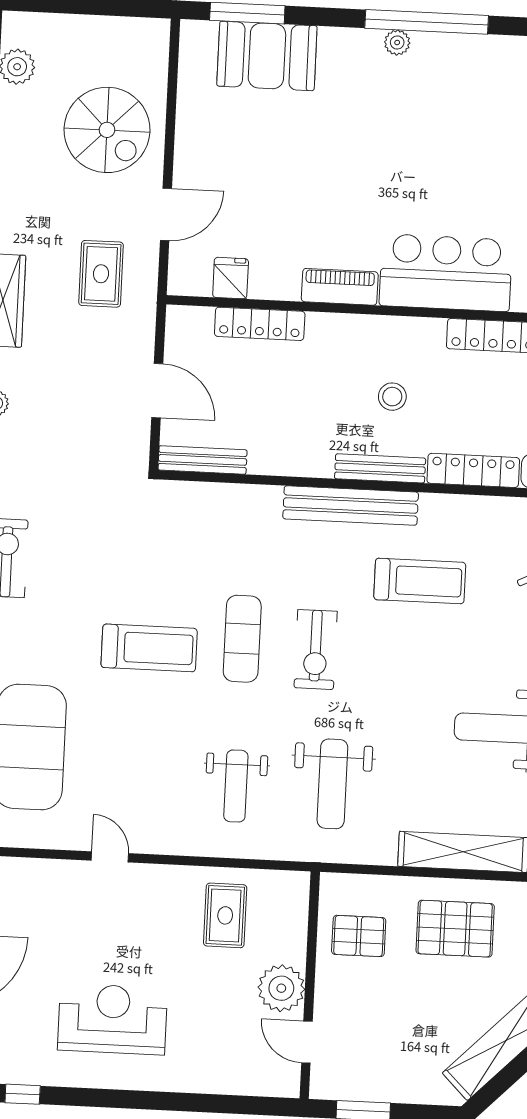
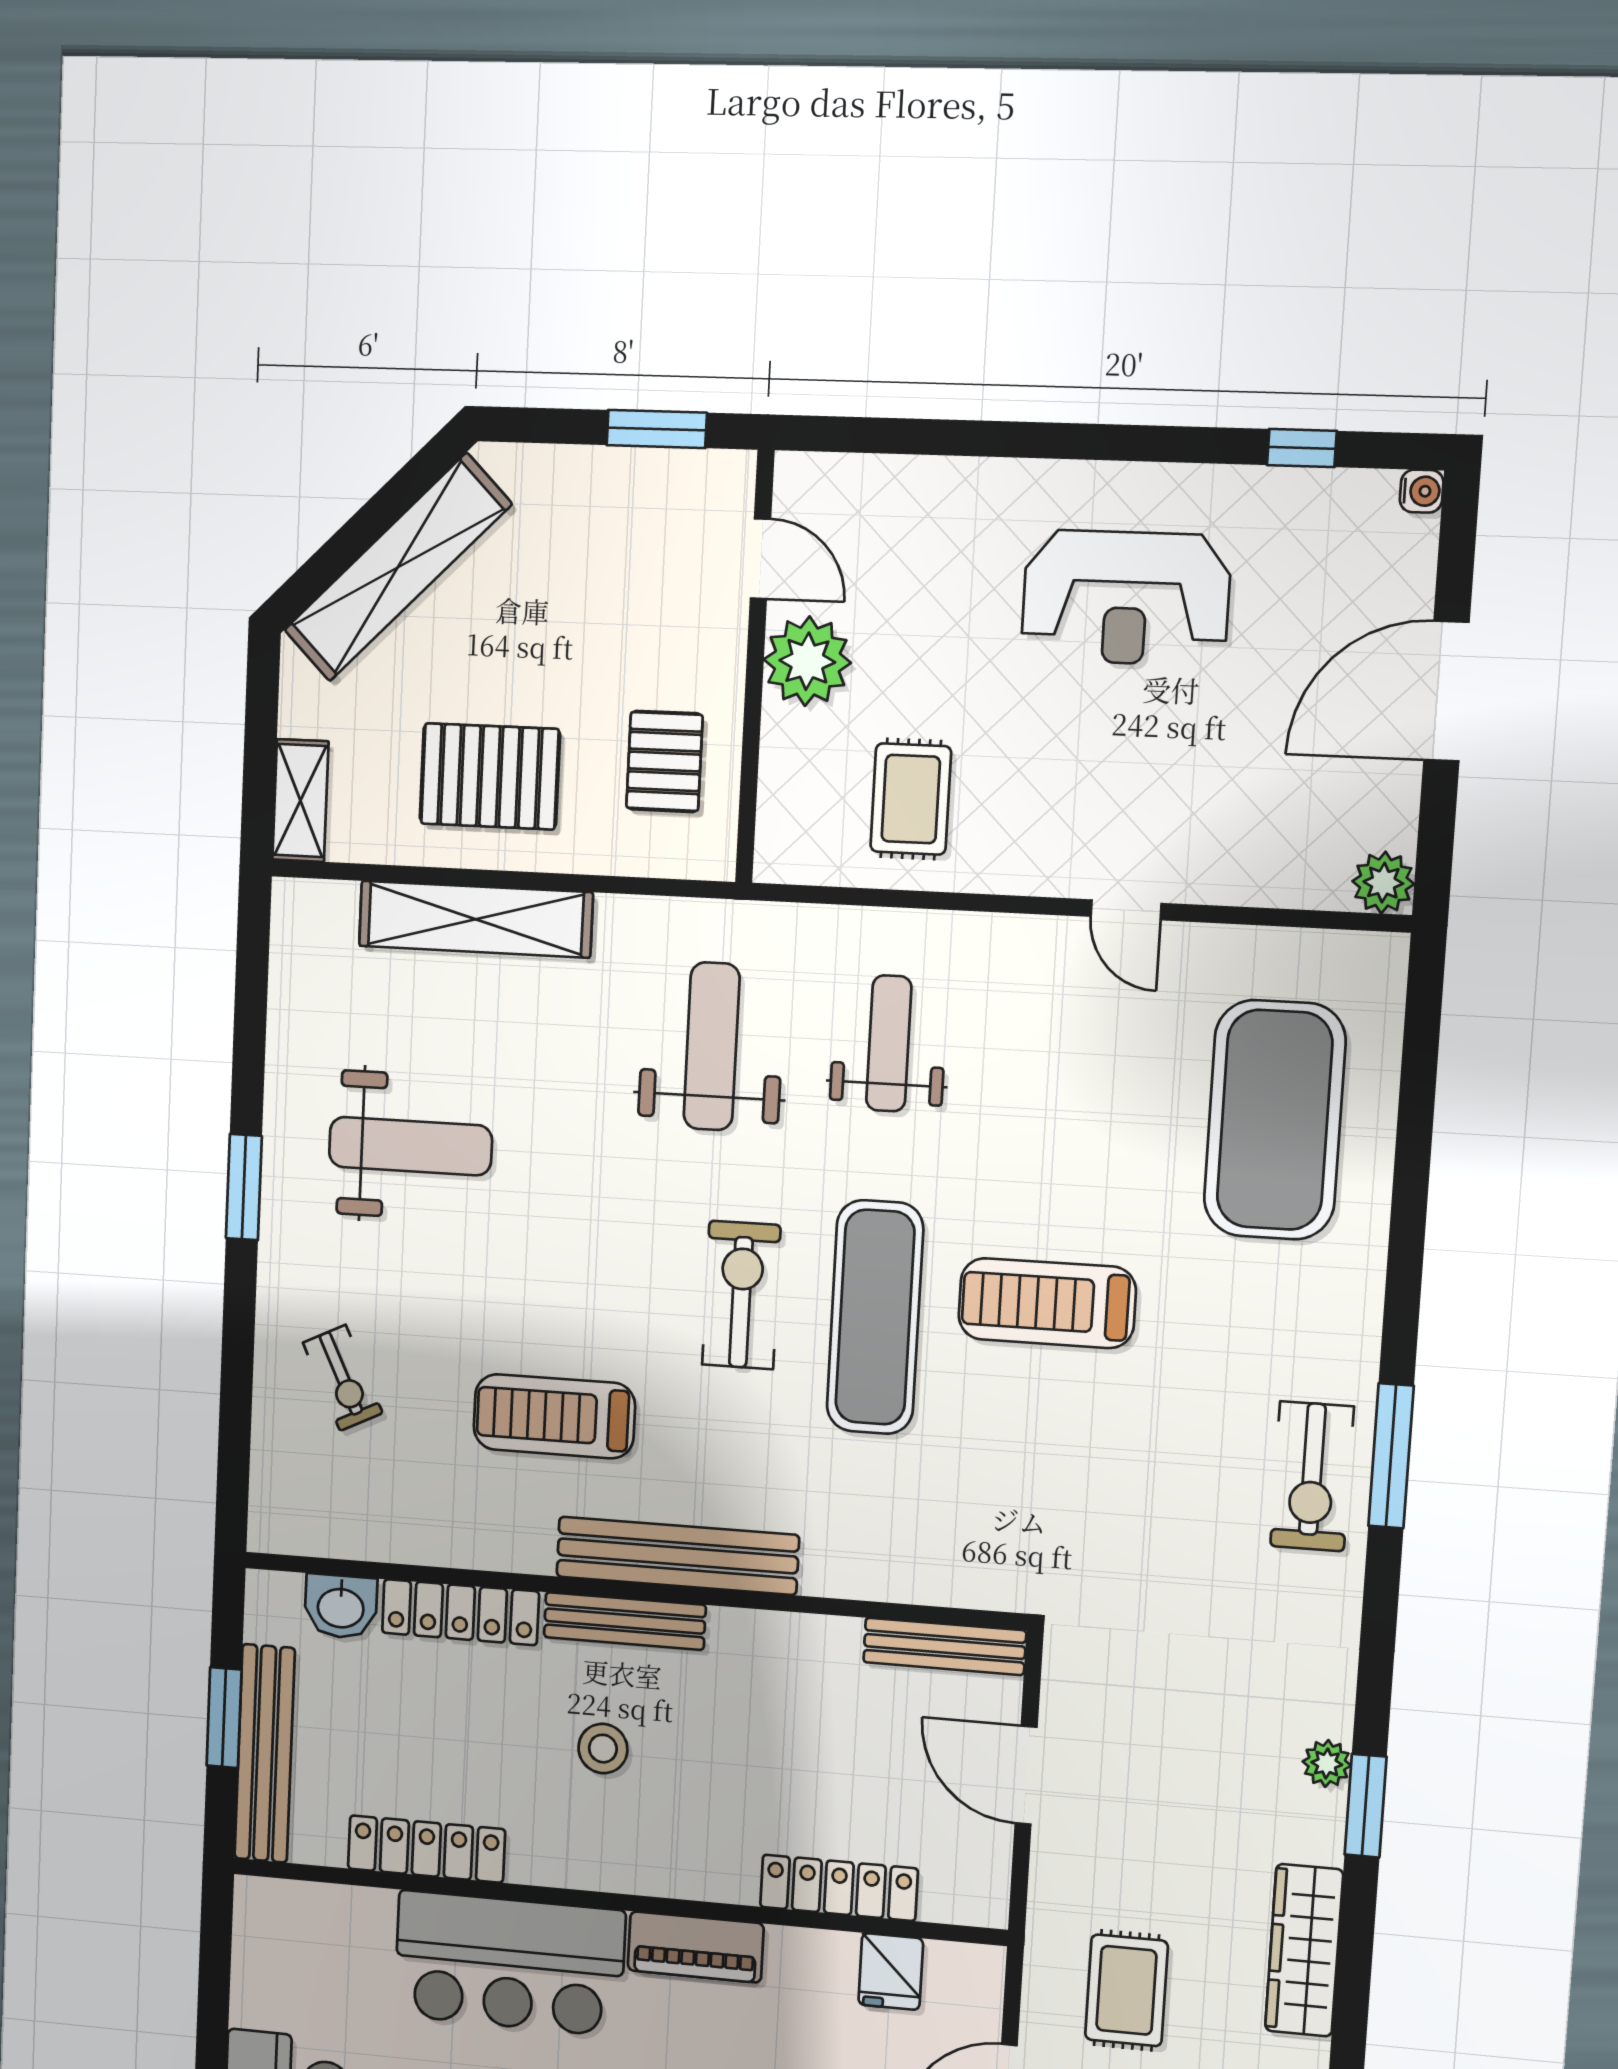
exercise mat: (242, 639) -> (875, 1317), width x1.36, depth x1.45
pallet: (359, 936) -> (664, 761), turned 90

